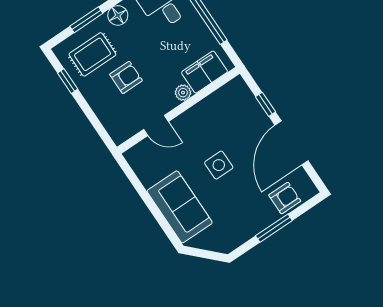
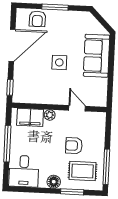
window: (68, 81) -> (106, 167), width x2.17
window: (266, 104) -> (10, 87), moved
armchair: (285, 198) -> (37, 19), turned -90

